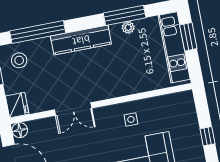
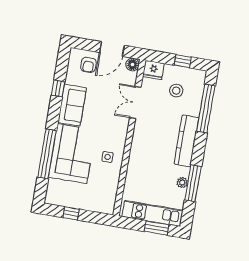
stool: (19, 60) -> (176, 91), moved
double door: (73, 109) -> (135, 103), moved

